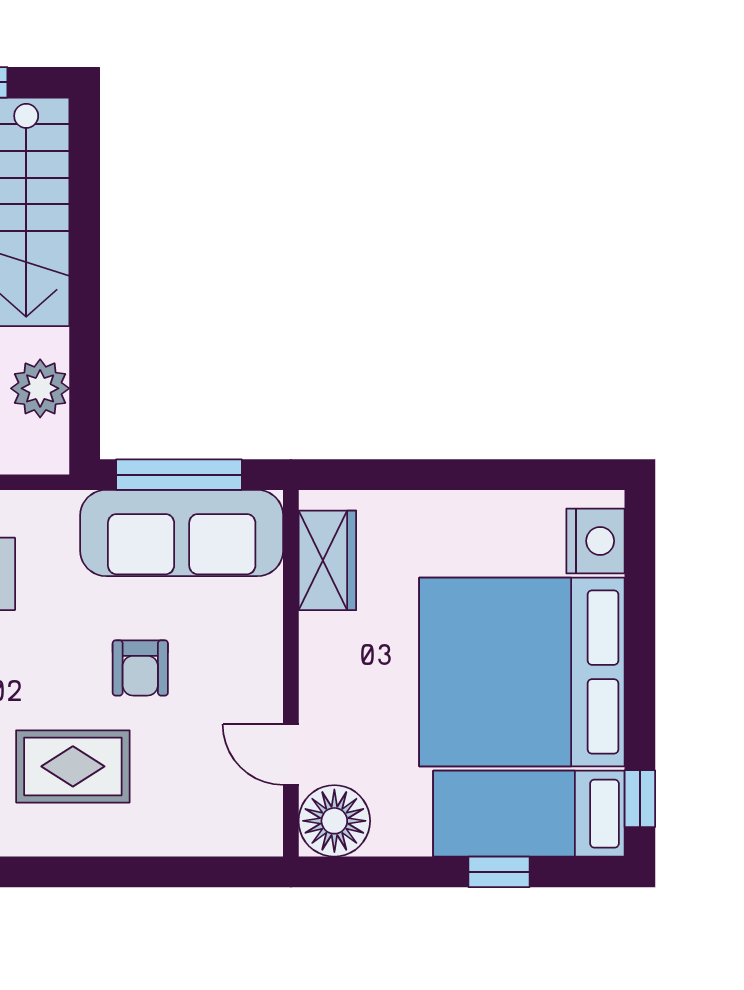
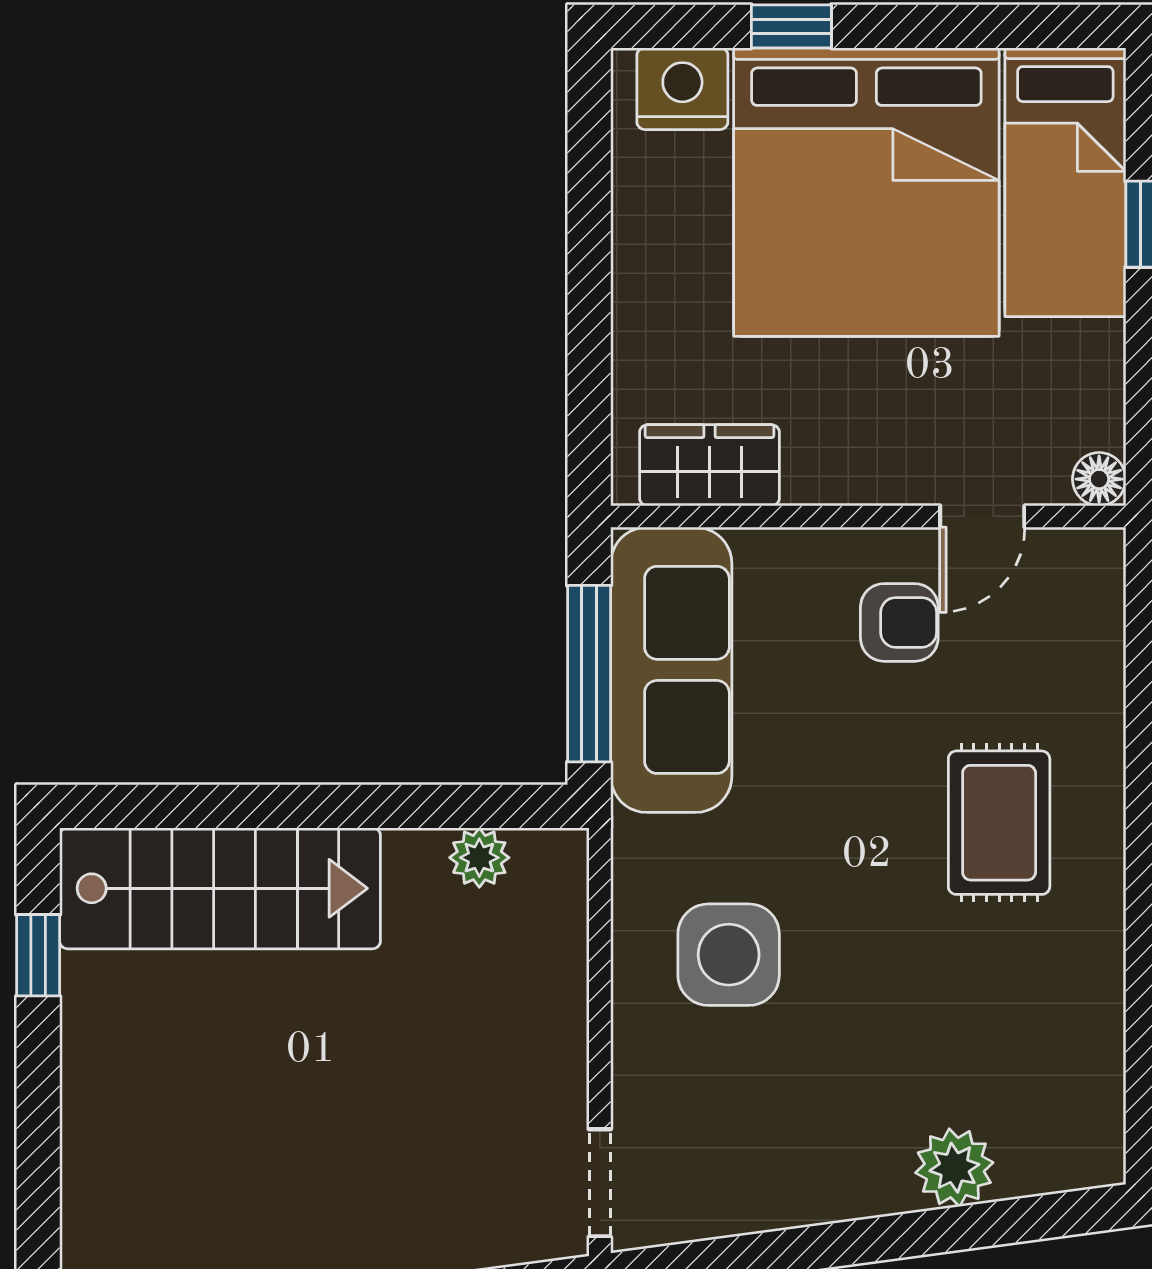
plant: (40, 388) -> (479, 858), width x0.73, depth x0.73
armchair: (140, 668) -> (899, 622), moved
window: (640, 799) -> (791, 26), moved
floor lamp: (334, 821) -> (1099, 479), width x0.53, depth x0.53

